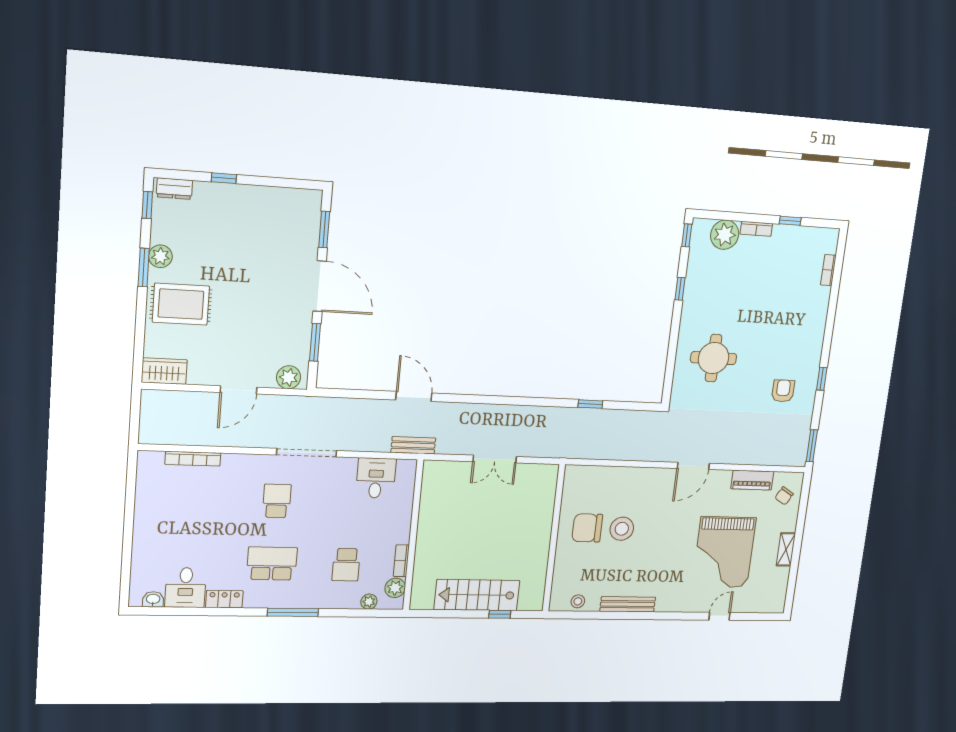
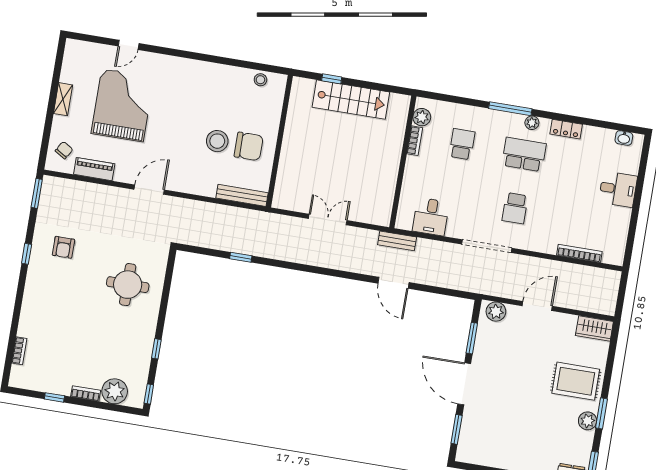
school desk: (272, 563) -> (524, 154), turned 180
desk: (186, 588) -> (618, 189), moved, turned 90
plant: (369, 602) -> (532, 123), moved
bench: (628, 604) -> (242, 195), moved

